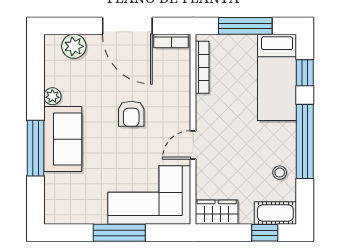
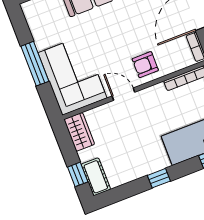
armchair: (131, 114) -> (145, 65), moved
window: (305, 142) -> (159, 178), width x0.32
stool: (280, 173) -> (128, 168), removed

